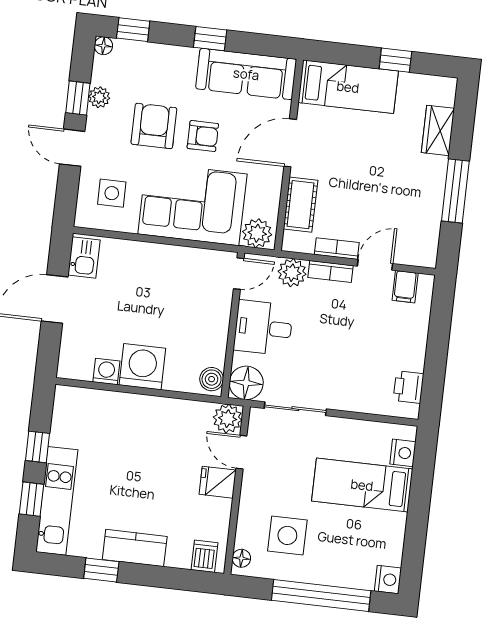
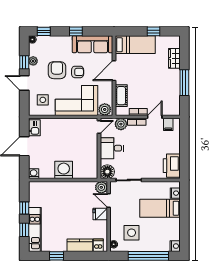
washing machine: (106, 371) -> (34, 174), moved
boiler: (212, 379) -> (93, 172), removed
printer: (408, 387) -> (172, 166), width x1.87, depth x1.48
kitchen counter: (135, 548) -> (80, 245), moved

